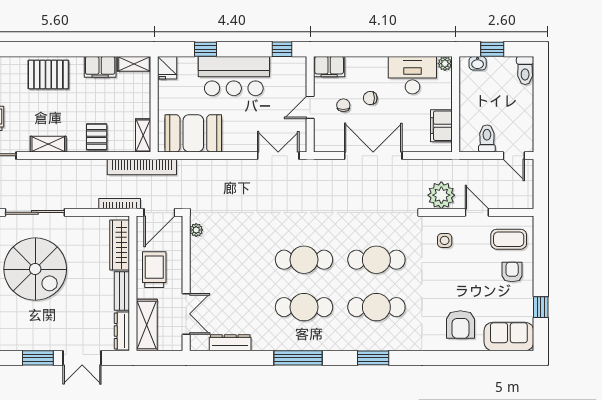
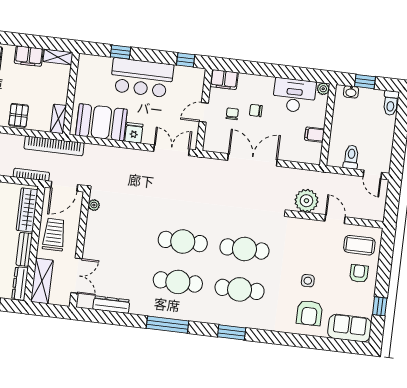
fridge: (167, 68) -> (134, 133), moved, turned 180
filing cabinet: (441, 126) -> (314, 135), width x0.50
side table: (445, 240) -> (308, 281), moved

